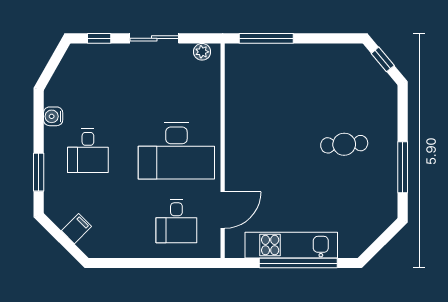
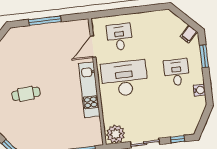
plant: (202, 52) -> (116, 134), width x1.88, depth x1.88
filing cabinet: (77, 229) -> (189, 34), moved
kitchen unit: (291, 245) -> (89, 90), moved, turned 90
window: (298, 263) -> (45, 21), width x0.68

